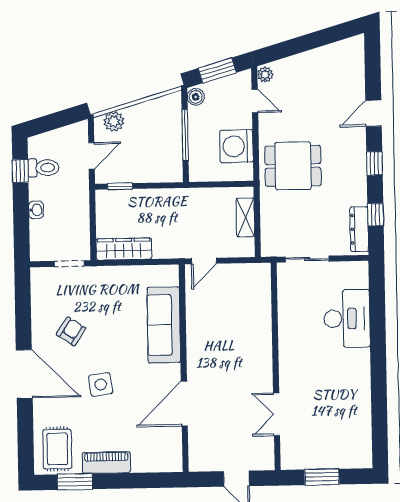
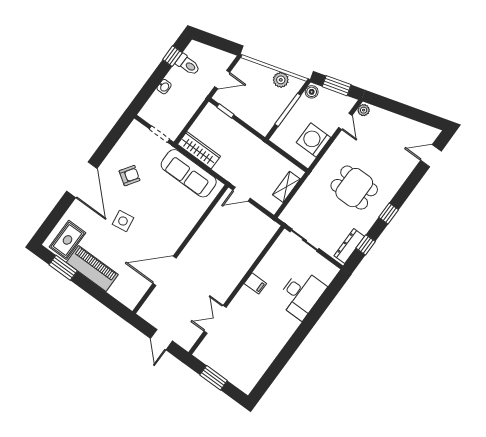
door: (374, 113) -> (431, 156), moved
plant: (114, 122) -> (281, 80), moved
dining table: (293, 166) -> (354, 188), moved
sofa: (164, 325) -> (189, 173), moved, turned -90
filing cabinet: (290, 344) -> (255, 283), added
piano: (106, 463) -> (92, 268), width x1.37, depth x1.33

